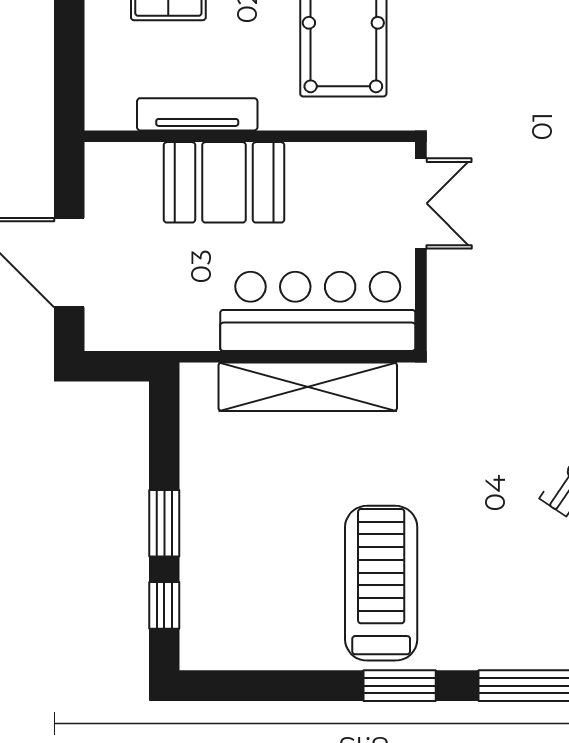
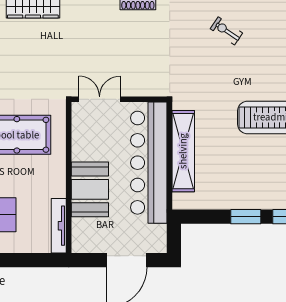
tv unit: (197, 114) -> (59, 226), moved
bar counter: (318, 311) -> (149, 163), width x1.36

